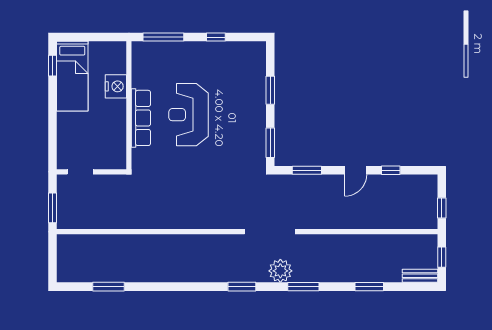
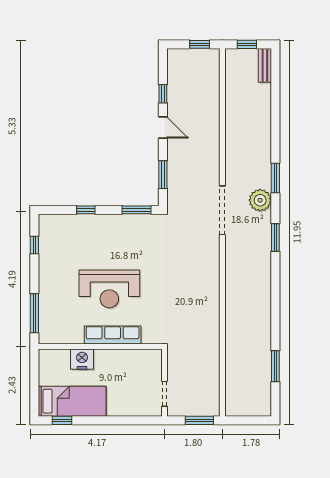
window: (216, 37) -> (34, 245), moved
window: (270, 90) -> (86, 210), width x0.67
window: (369, 287) -> (275, 114), removed

